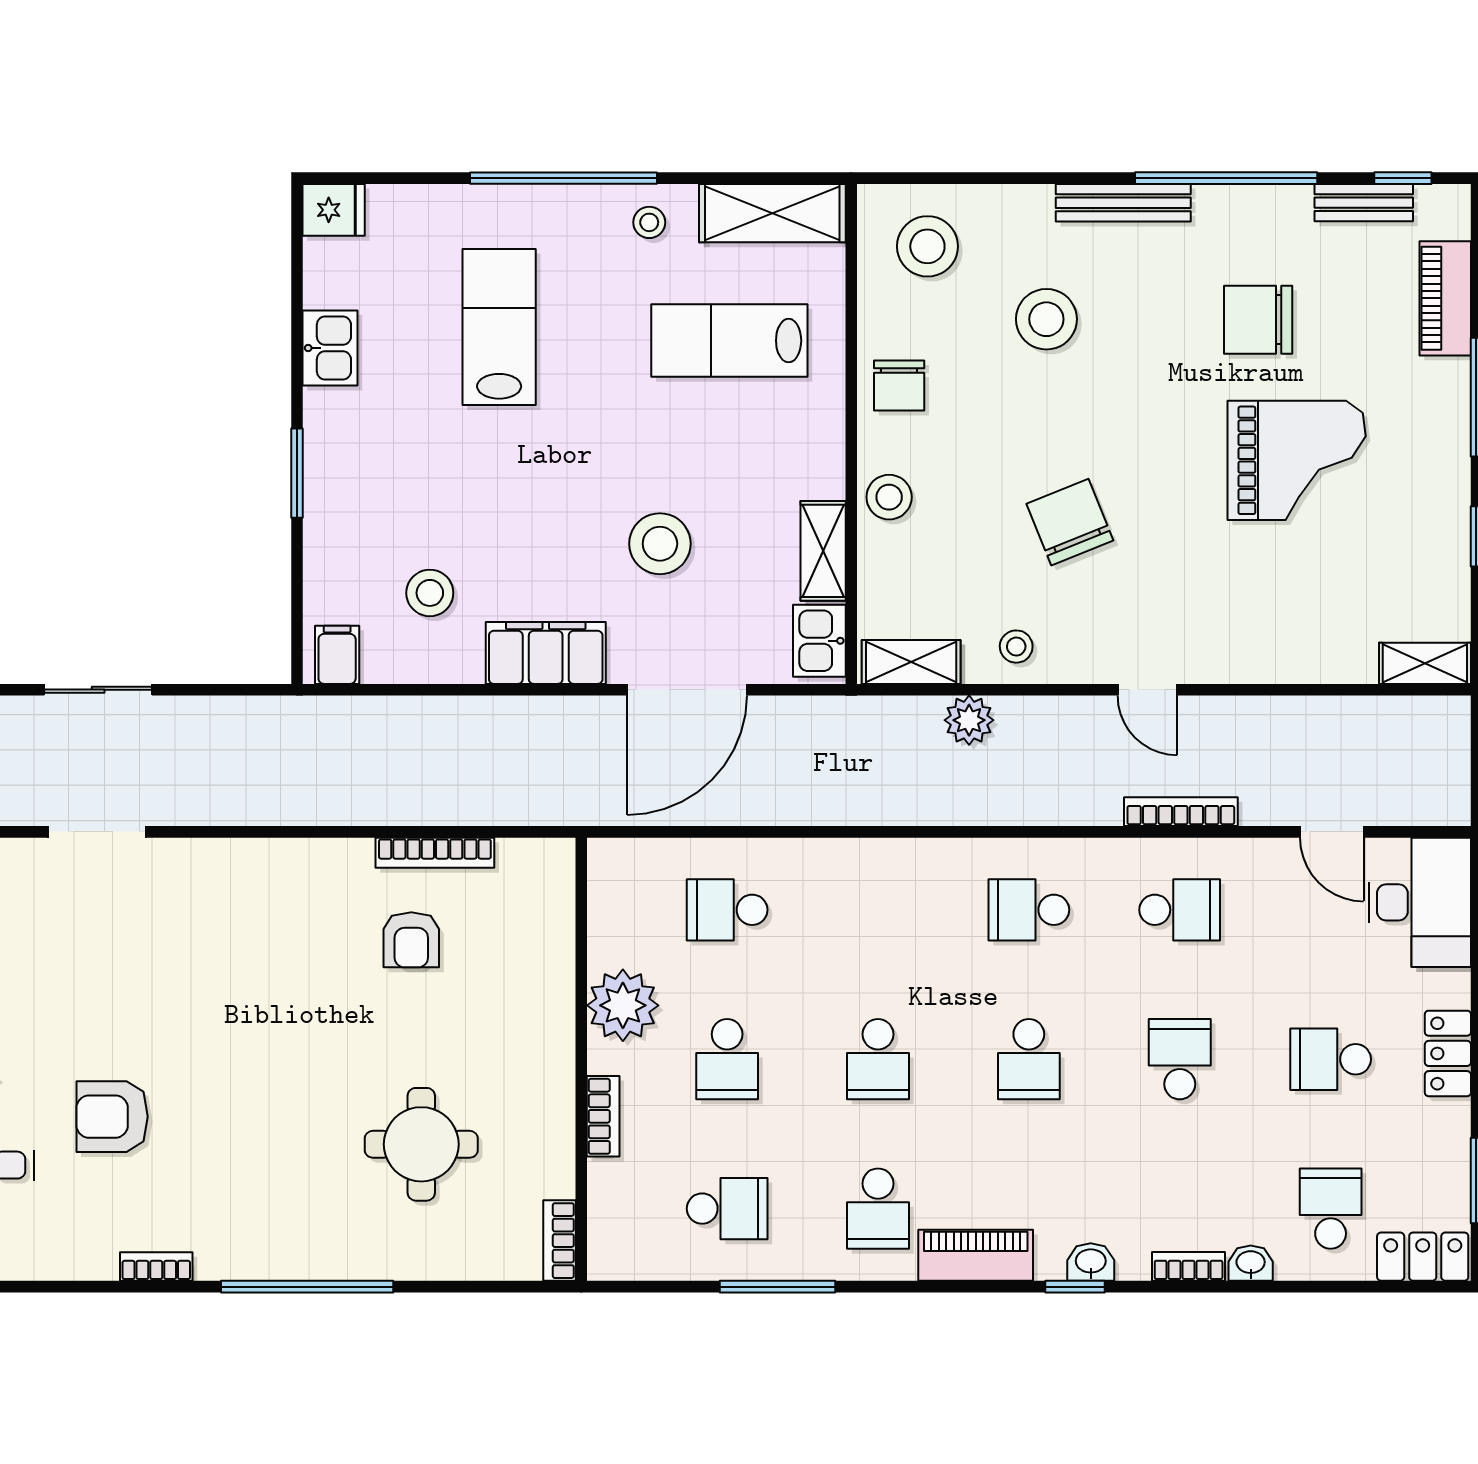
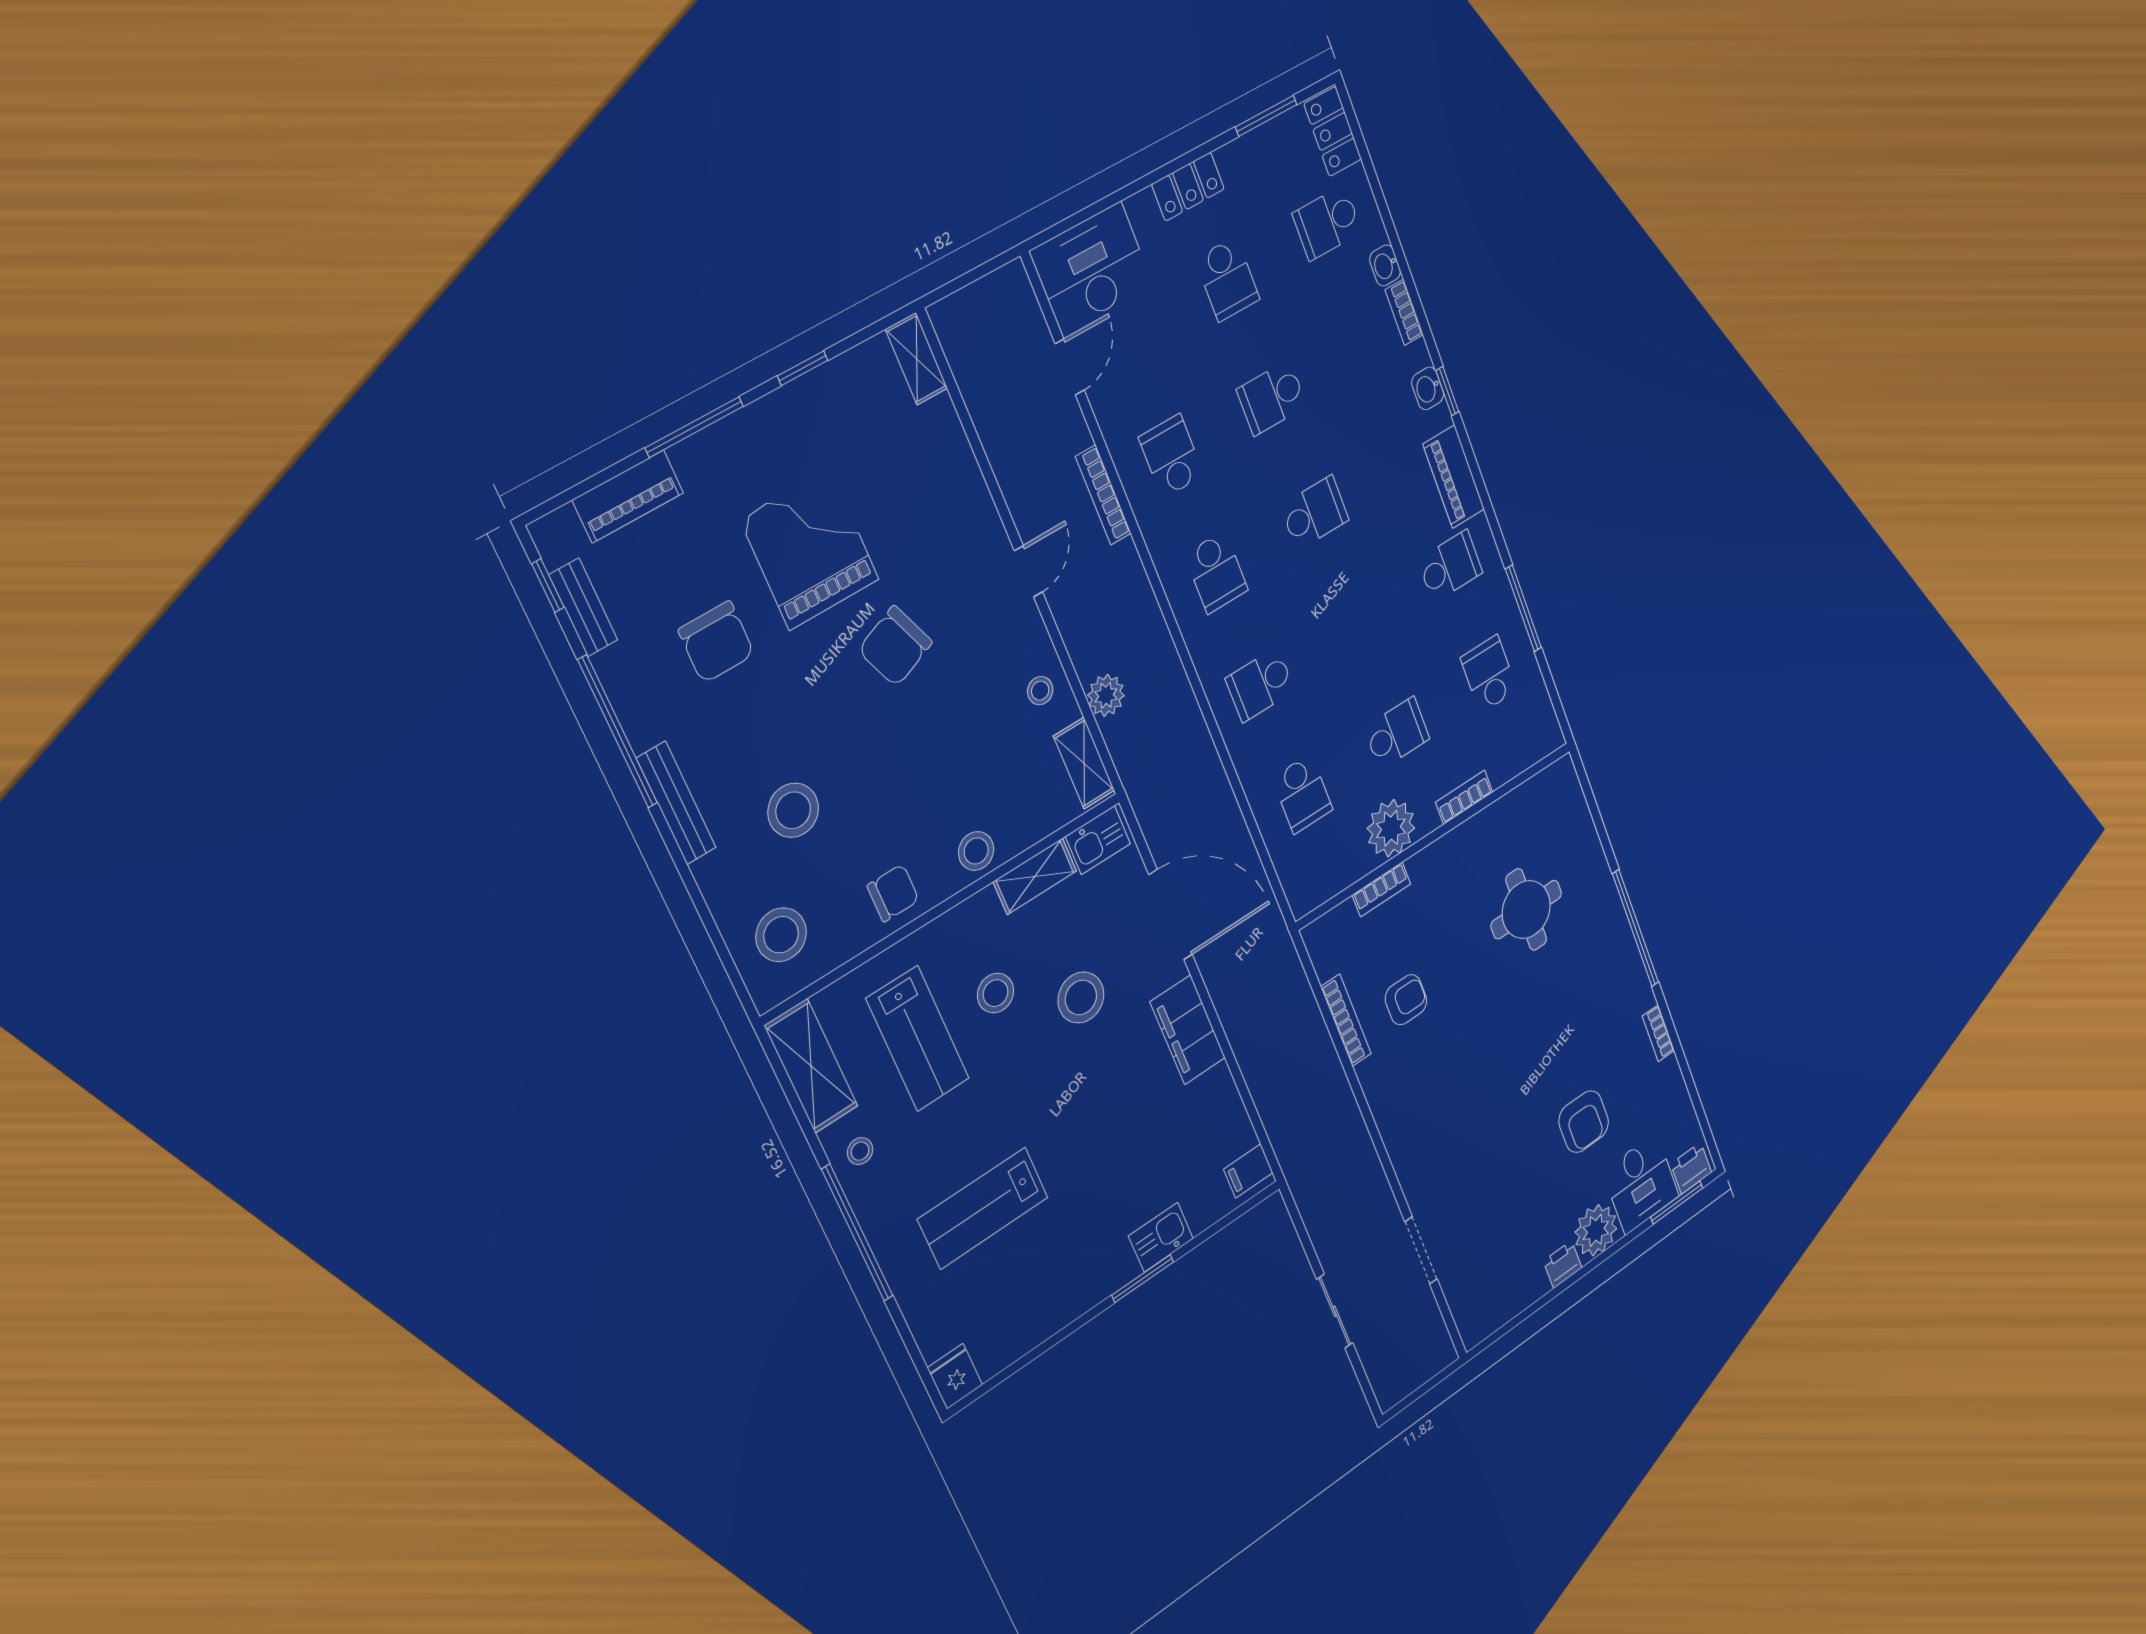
kitchen sink: (330, 348) -> (1161, 1237), moved
chair: (1070, 522) -> (895, 646), moved
stool: (430, 593) -> (996, 993), moved
school desk: (878, 1059) -> (1260, 685), moved, turned 180
bookcase: (559, 1241) -> (1381, 889), moved

